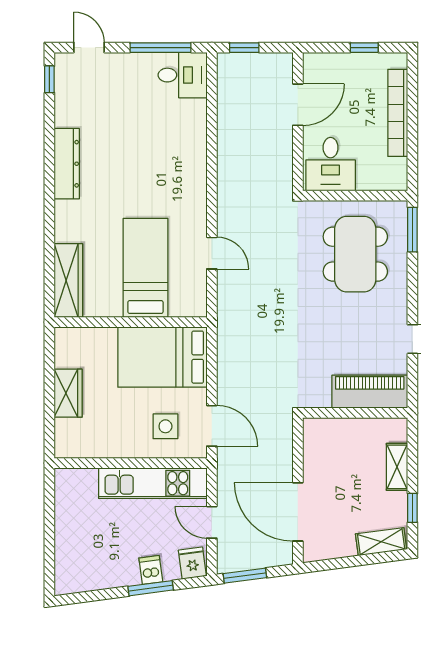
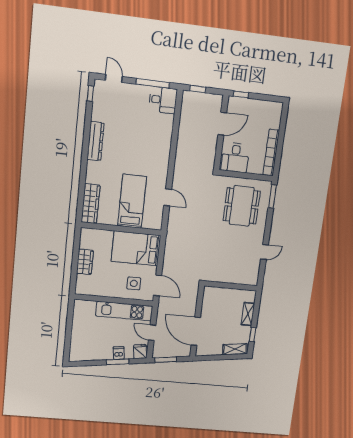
window: (364, 48) -> (241, 94), moved
bookcase: (398, 113) -> (271, 153), moved
piano: (370, 392) -> (239, 276), removed

